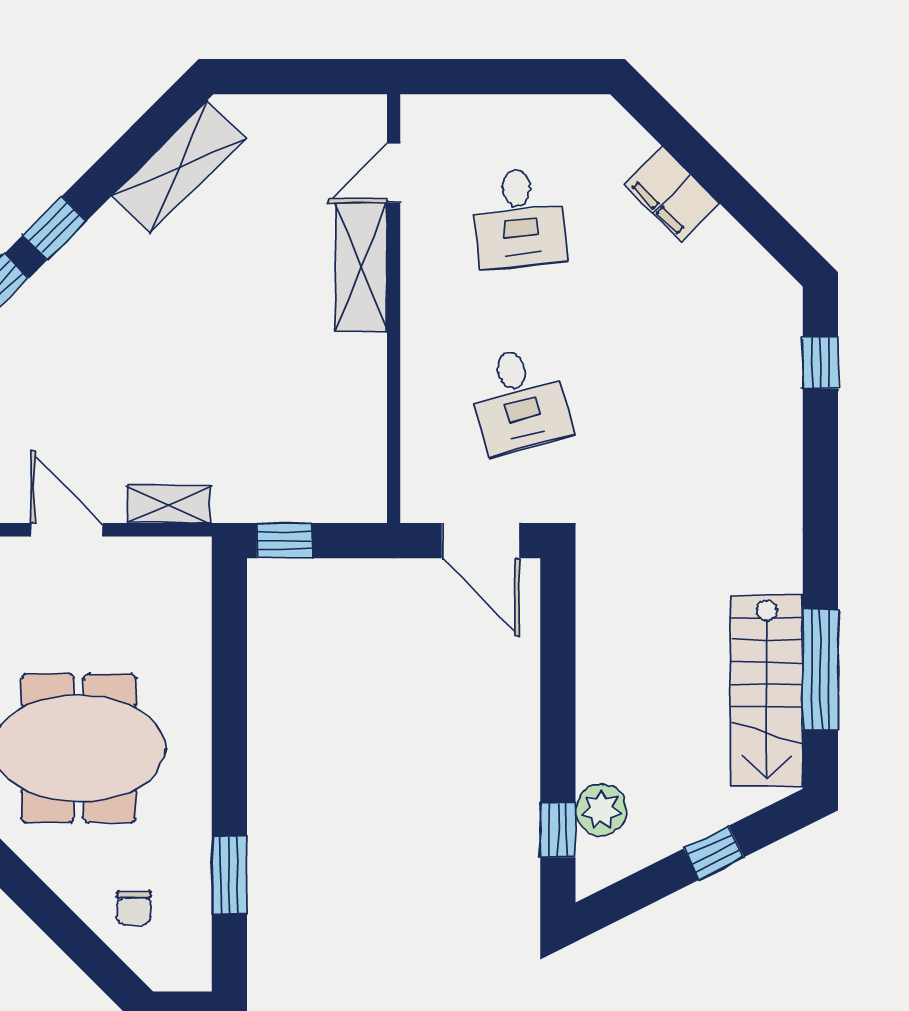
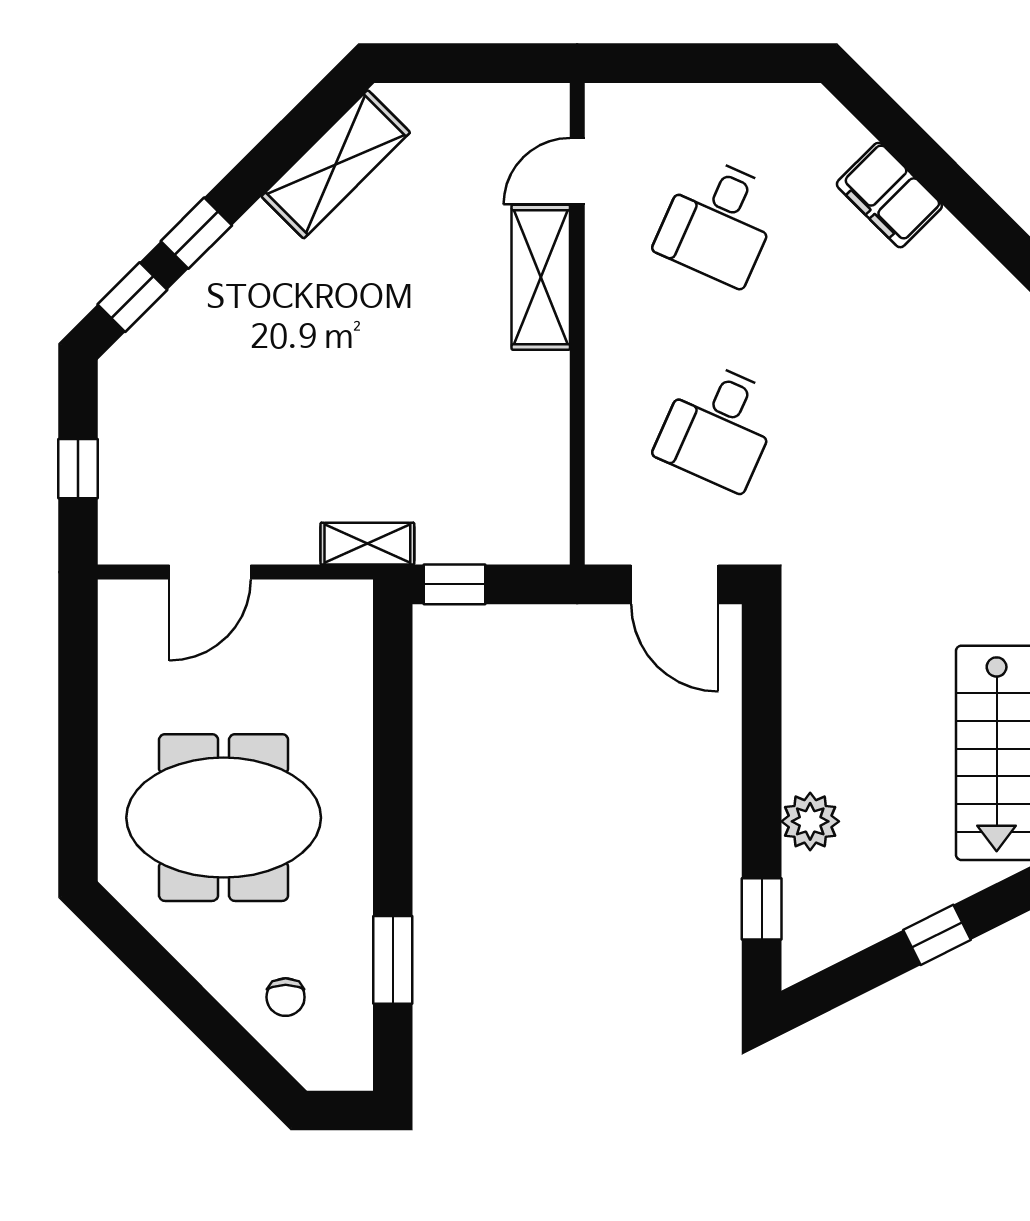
desk: (519, 218) -> (718, 221), turned 30
desk: (519, 400) -> (718, 426), turned 39
shelving: (169, 504) -> (367, 544), moved
door: (67, 530) -> (210, 572), swing flipped
plant: (601, 810) -> (810, 821), moved

